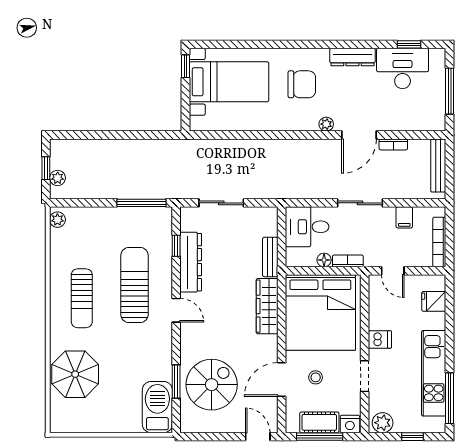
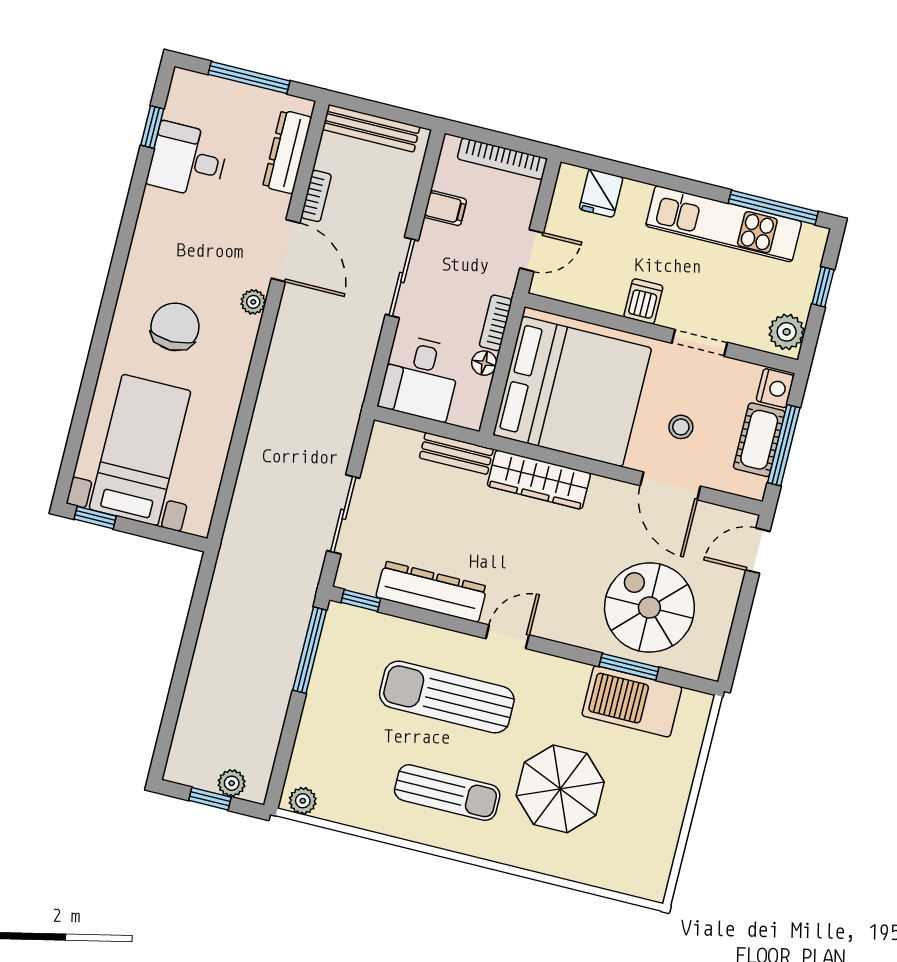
dresser: (352, 57) -> (287, 152), moved, turned 180
desk: (403, 69) -> (188, 160), width x0.73
window: (176, 246) -> (361, 600), moved
parasol: (75, 374) -> (560, 789), moved
barbecue: (157, 407) -> (632, 701), moved

